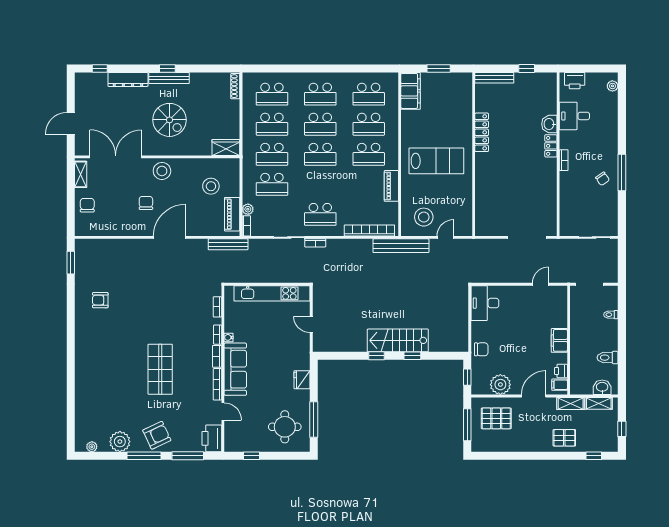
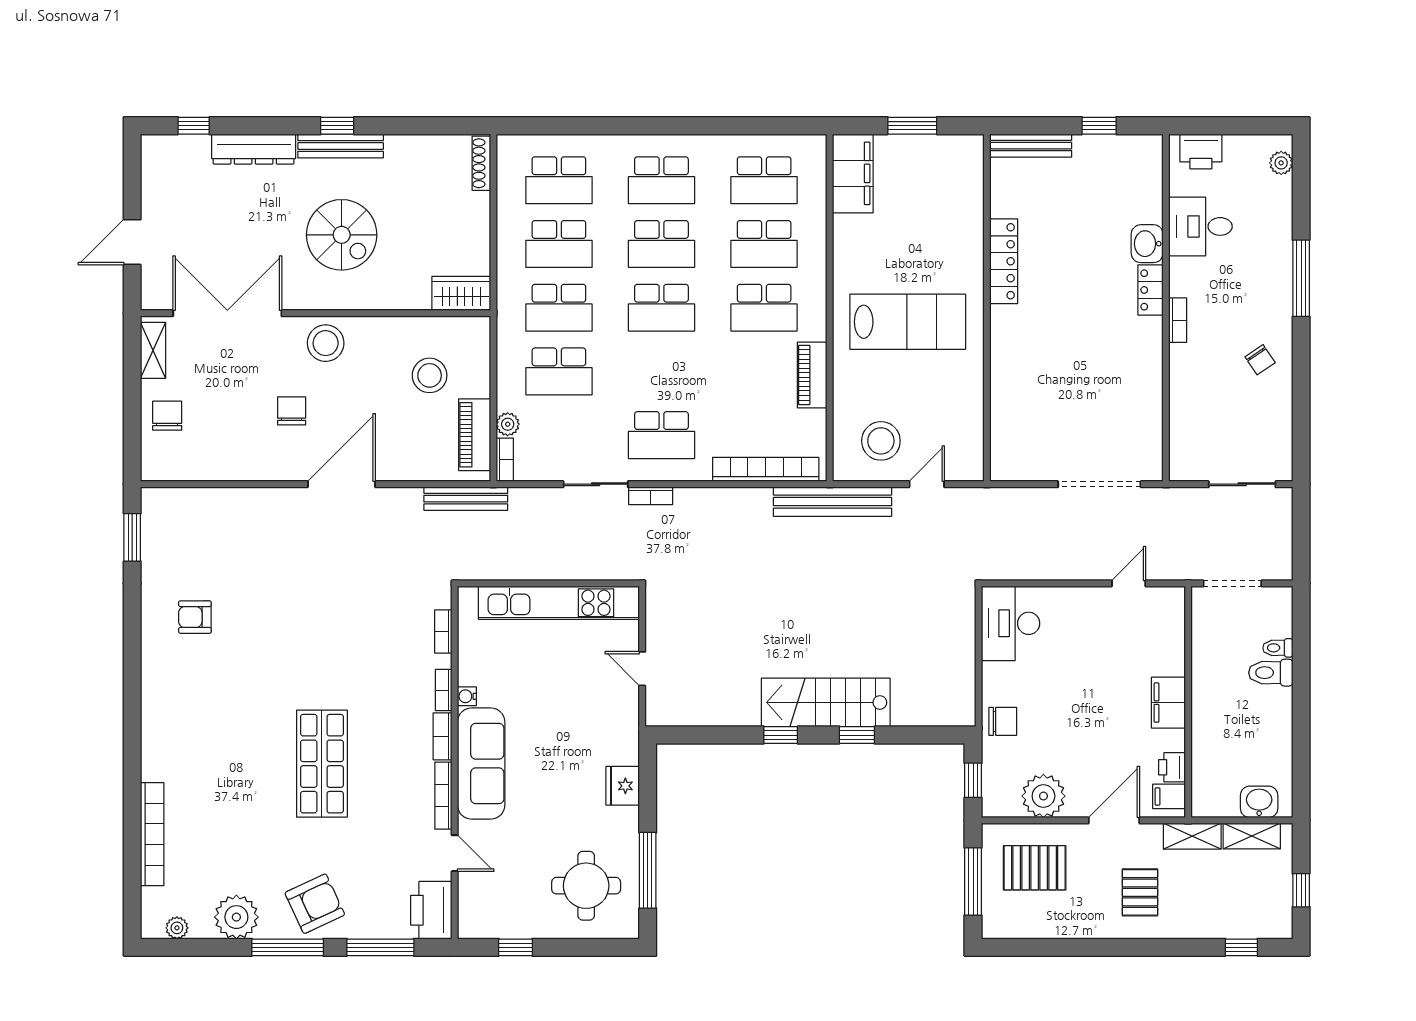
window: (622, 172) -> (1301, 278), moved
toilet: (608, 358) -> (1271, 673), moved
bookcase: (80, 402) -> (152, 834), added
pallet: (564, 438) -> (1140, 892), moved, turned 90

